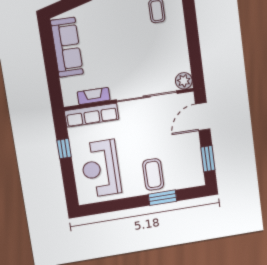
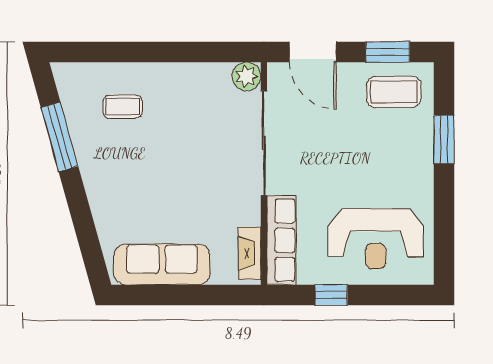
fireplace: (94, 96) -> (250, 253), moved
coffee table: (153, 174) -> (394, 92), moved

